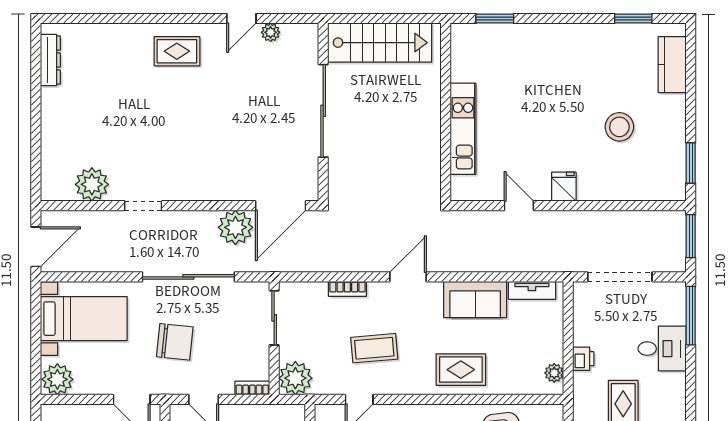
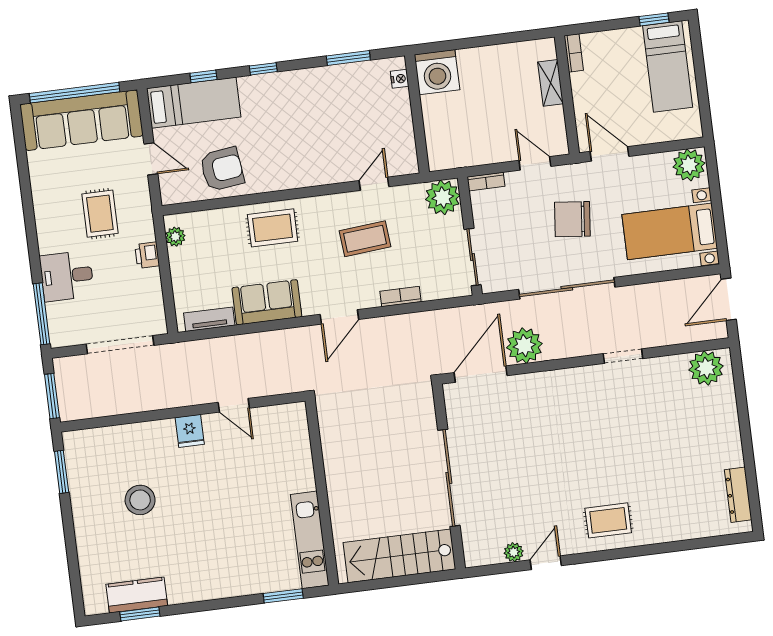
kitchen counter: (672, 65) -> (137, 595), moved, turned -90
kitchen unit: (463, 129) -> (310, 540), moved
plant: (92, 184) -> (706, 368), moved

